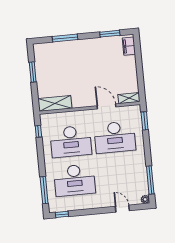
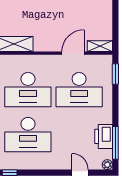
door: (106, 106) -> (73, 53), hinge flipped
printer: (140, 175) -> (104, 136), added

